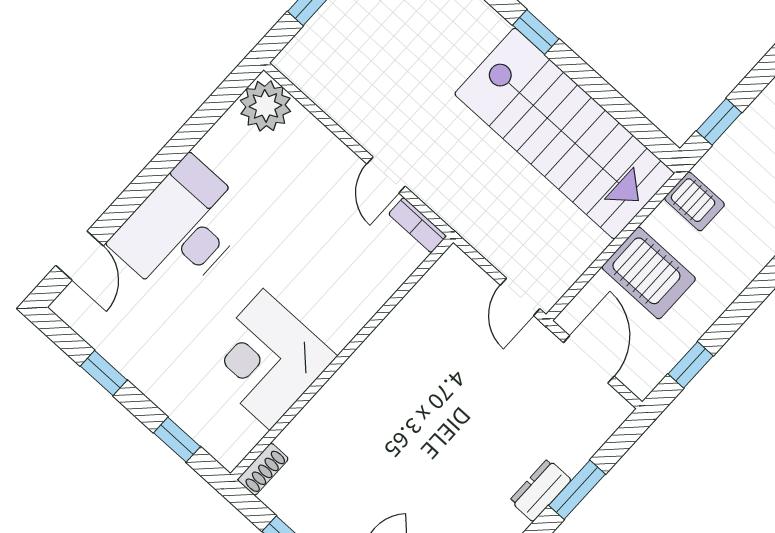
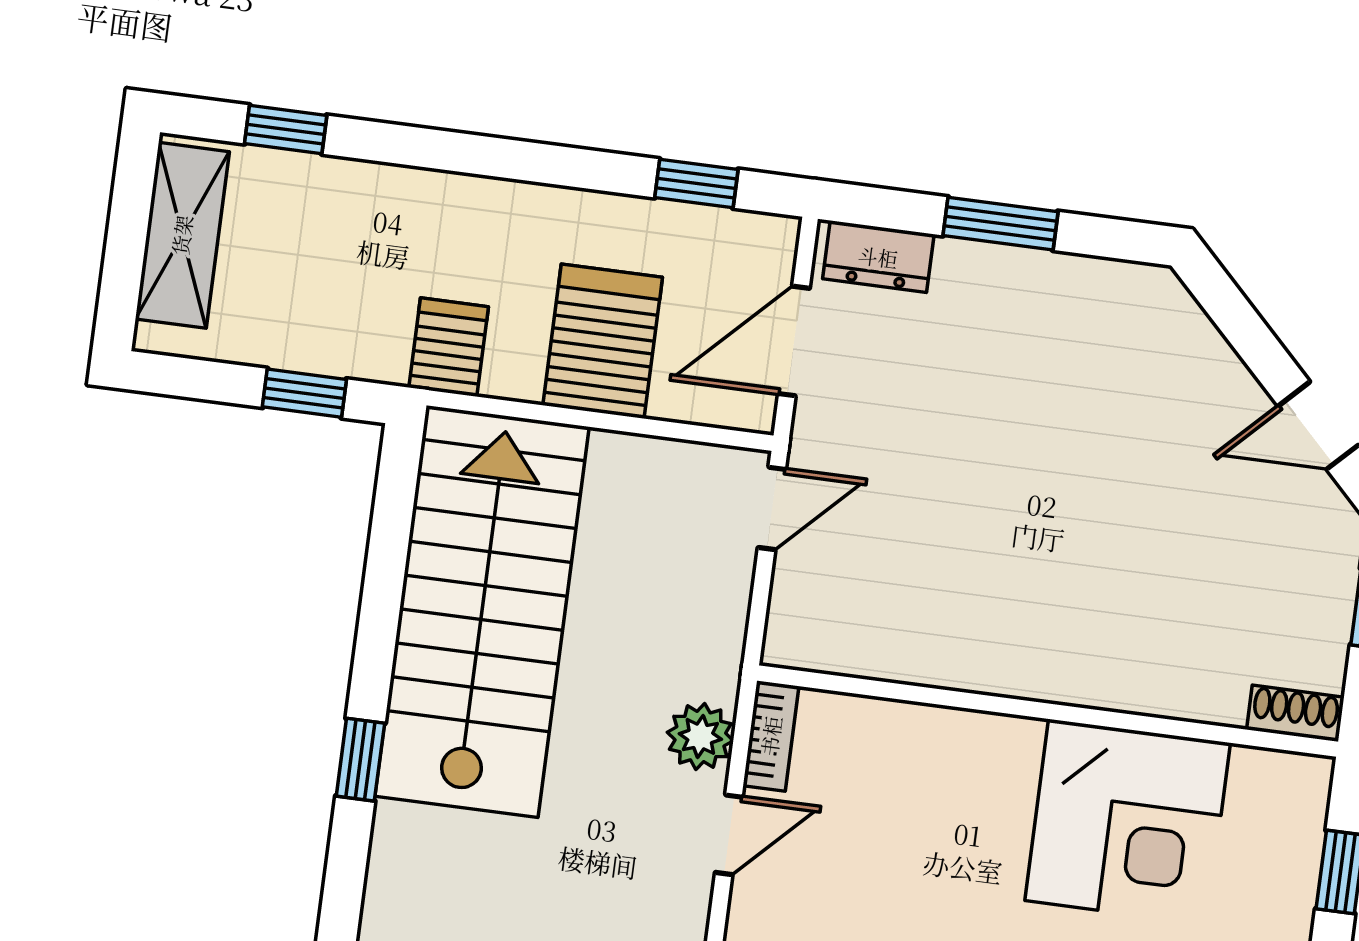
plant: (439, 193) -> (700, 736), added
dresser: (540, 490) -> (878, 257), moved

